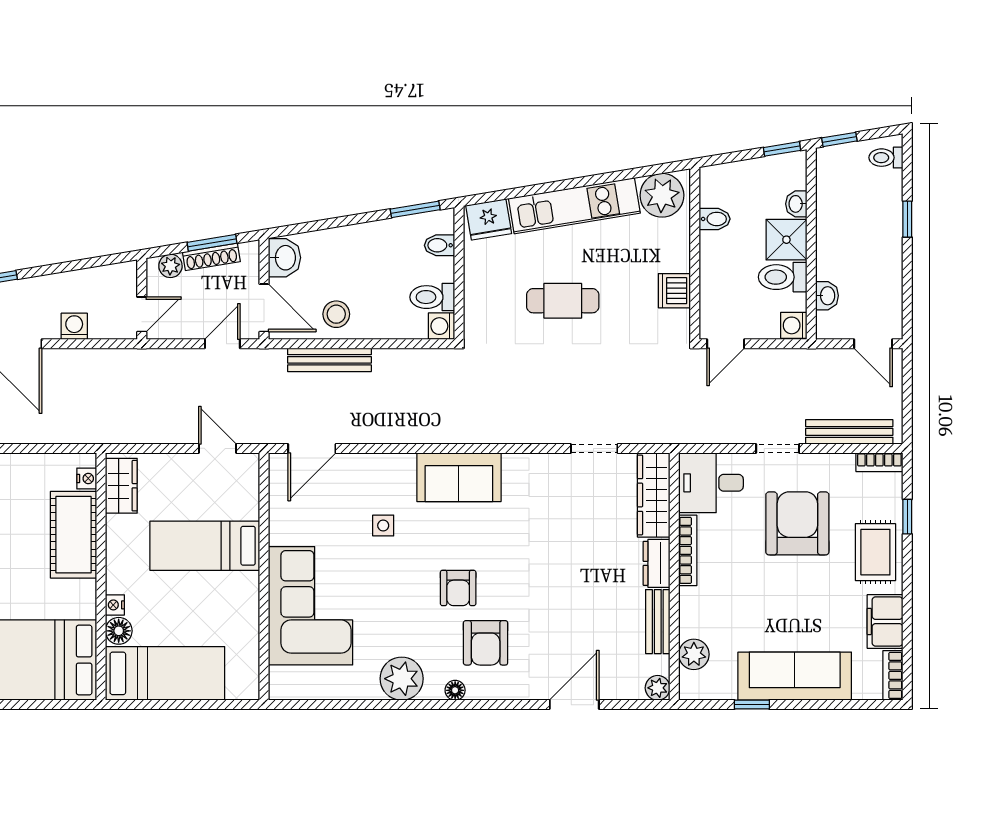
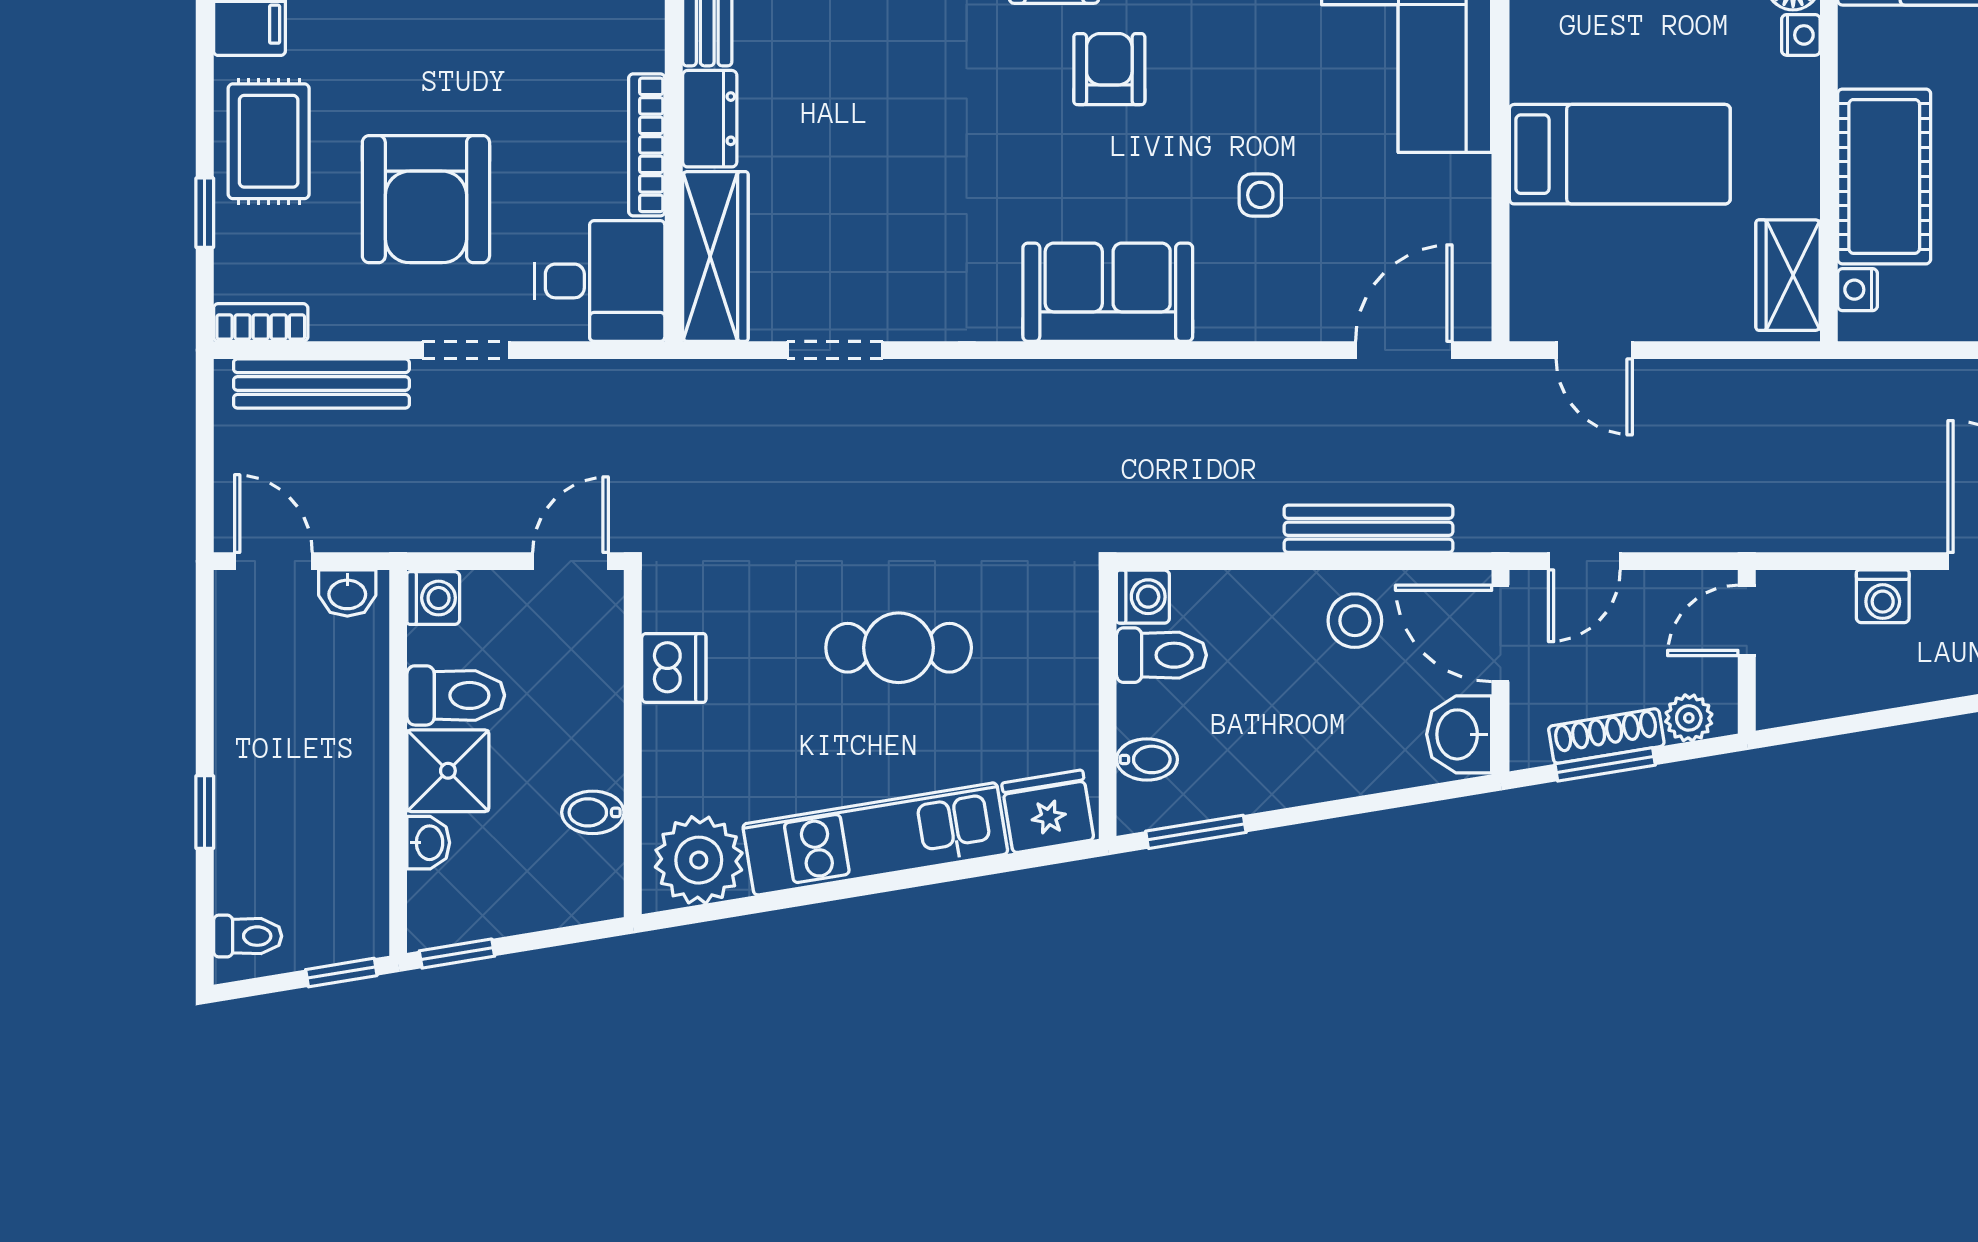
washbasin: (827, 296) -> (347, 593), moved, turned -90

